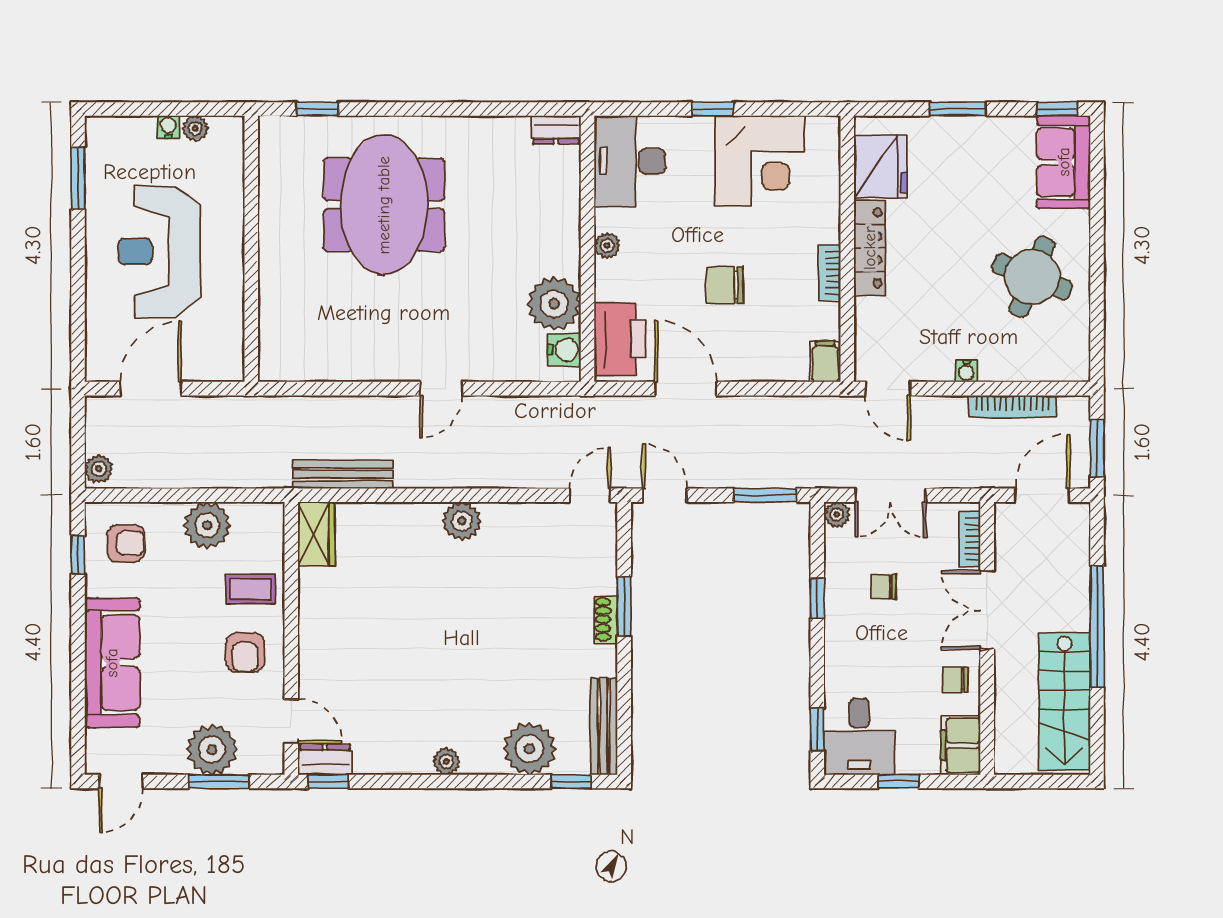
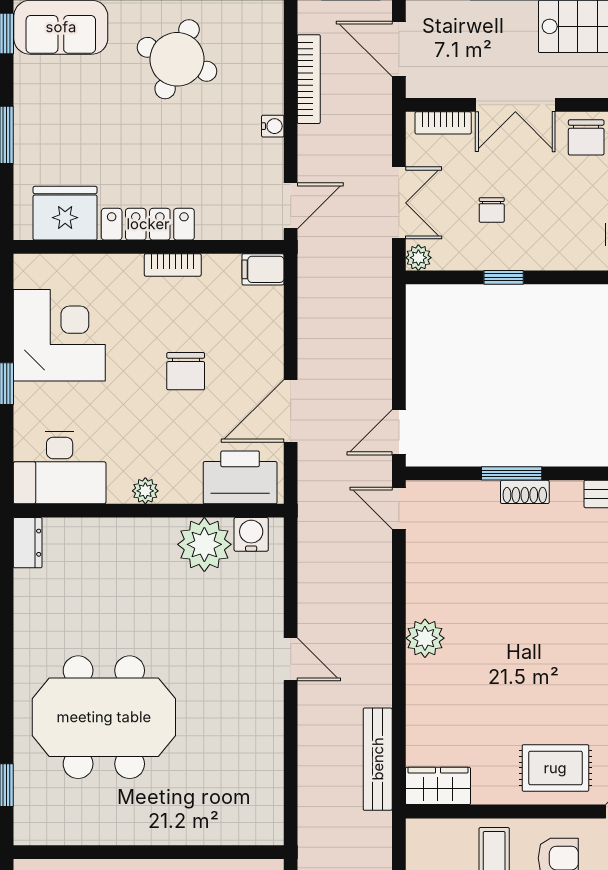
window: (765, 495) -> (399, 330), removed
rug: (334, 650) -> (555, 768), added
chair: (955, 680) -> (586, 137), width x1.37, depth x1.37

